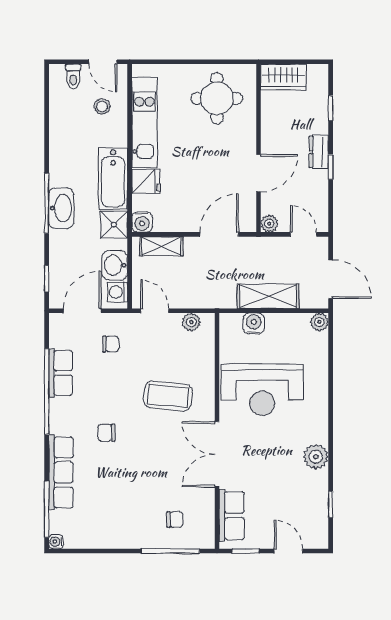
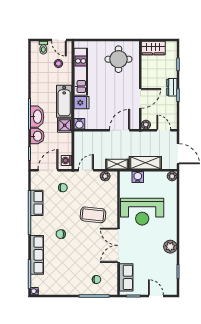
shelving: (161, 246) -> (117, 164), moved
washbasin: (115, 265) -> (37, 136), moved, turned 180
door: (155, 311) -> (86, 170), hinge flipped

